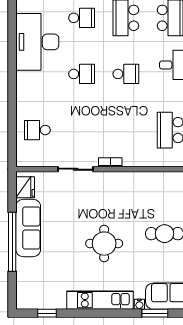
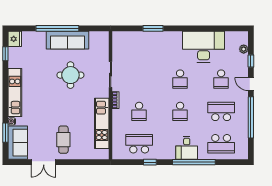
window: (12, 111) -> (153, 28), added
school desk: (37, 130) -> (139, 111), moved, turned 180
kitchen unit: (142, 181) -> (102, 123), added
fridge: (25, 187) -> (15, 39), moved, turned -90
round table: (104, 244) -> (70, 75), moved

